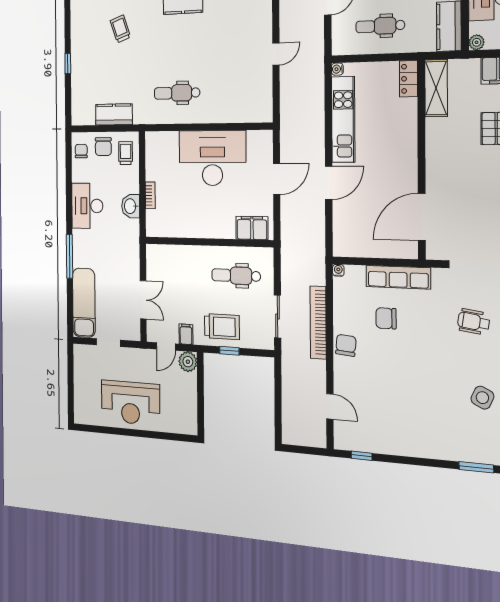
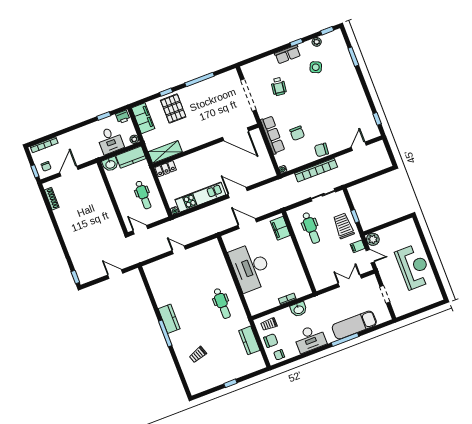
exam couch: (84, 303) -> (354, 325), moved

